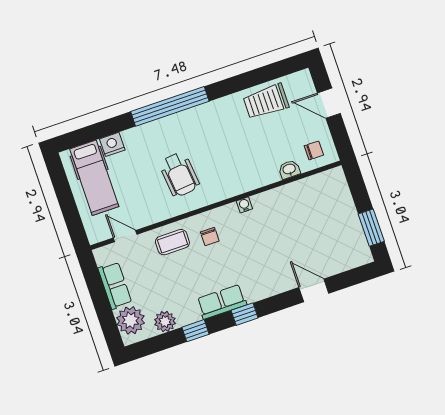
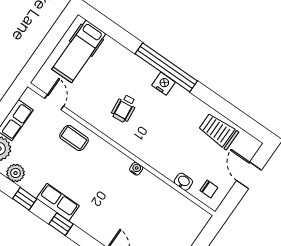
nightstand: (112, 144) -> (164, 84), moved
wheelchair: (179, 174) -> (124, 108), width x0.73, depth x0.73
chair: (210, 236) -> (97, 161), removed

